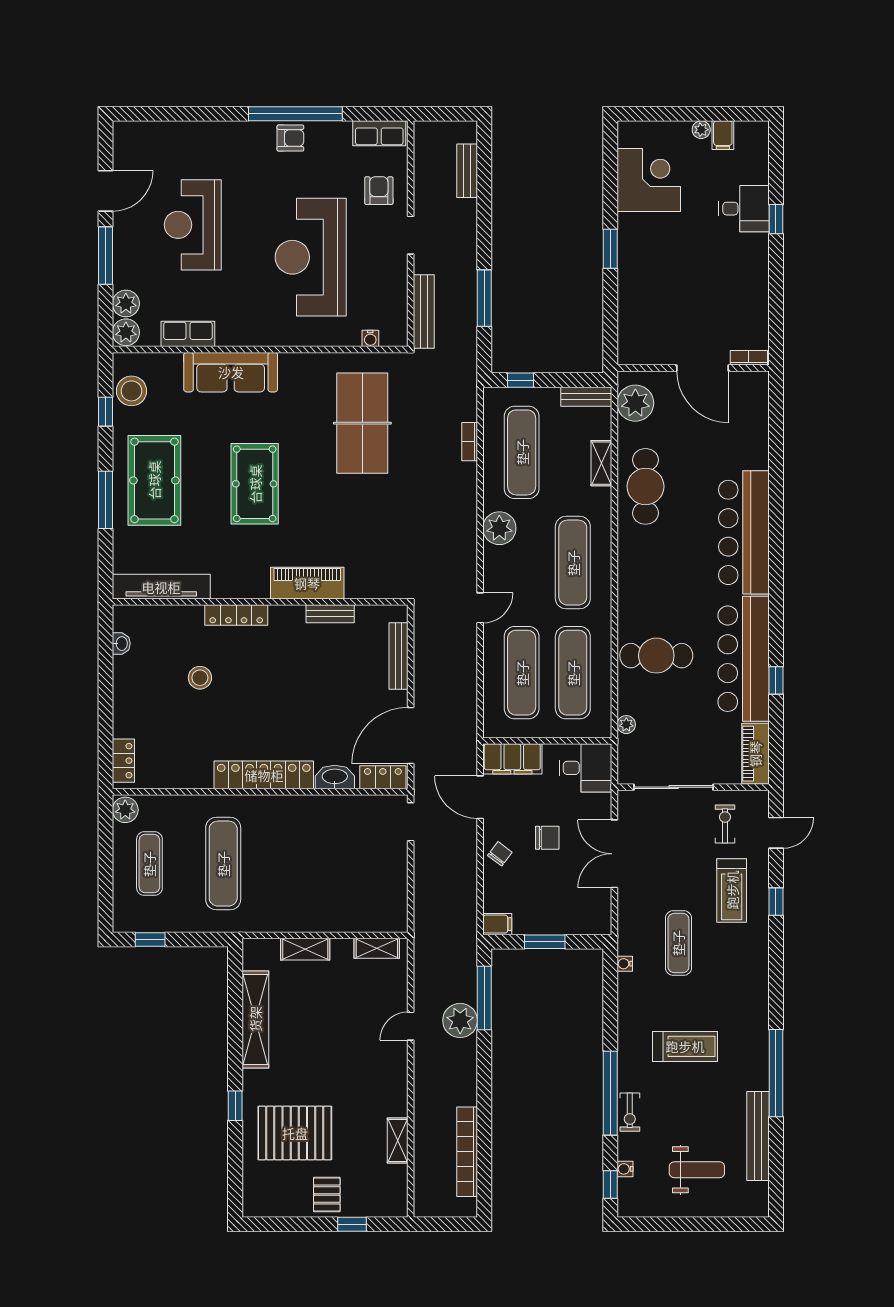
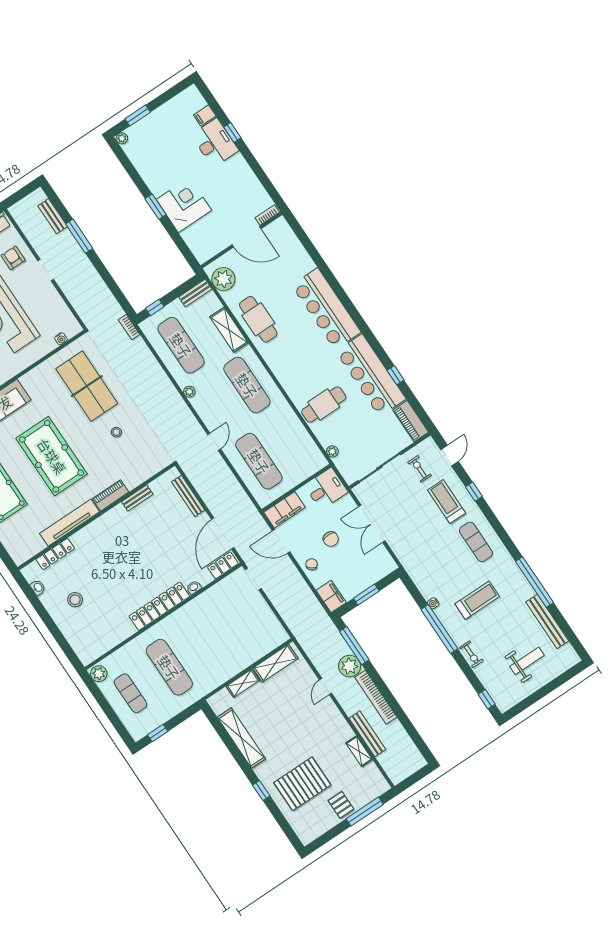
window: (667, 114) -> (138, 115), added
plant: (701, 130) -> (122, 138), moved
filing cabinet: (723, 135) -> (205, 115), moved, turned 90
corner desk: (649, 180) -> (184, 205), moved
desk: (744, 209) -> (215, 143), width x1.37
window: (484, 298) -> (79, 236), moved
bench: (424, 312) -> (367, 734), moved
bookcase: (470, 442) -> (129, 327), moved
shelving: (601, 463) -> (229, 330), width x1.50, depth x1.33
pool table: (255, 484) -> (52, 456), width x1.36, depth x1.32
stool: (361, 509) -> (116, 432), added
plant: (499, 528) -> (189, 392), width x0.53, depth x0.53
piano: (307, 583) -> (111, 495), width x0.73, depth x0.75
tv unit: (161, 587) -> (70, 523), moved
locker: (236, 615) -> (55, 554), moved
exercise mat: (573, 673) -> (286, 443), removed
stool: (200, 678) -> (75, 600), moved
locker: (123, 761) -> (80, 648), removed
washbasin: (335, 777) -> (194, 587), width x0.52, depth x0.69
chair: (547, 838) -> (331, 539), turned 90
treadmill: (732, 890) -> (447, 502), turned 180
filing cabinet: (497, 924) -> (331, 596), width x2.00
exercise mat: (678, 943) -> (476, 542), moved
shelving: (377, 948) -> (275, 663), width x1.50, depth x1.33
water cooler: (625, 964) -> (433, 603), moved
window: (610, 1093) -> (439, 629), moved
bookcase: (467, 1152) -> (376, 697), moved
water cooler: (625, 1169) -> (489, 686), removed
window: (352, 1224) -> (365, 812), width x2.17

